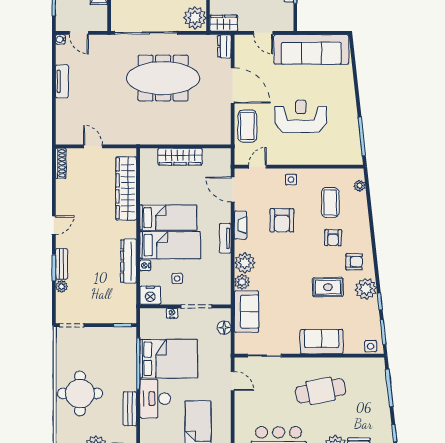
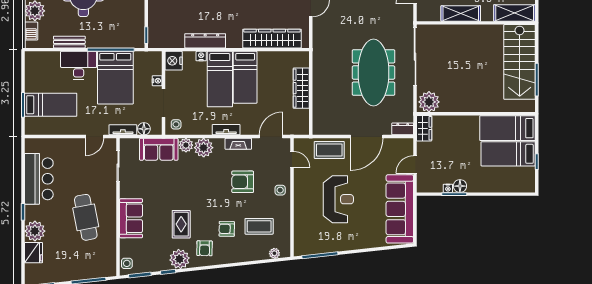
side table: (177, 279) -> (176, 124), moved
tv unit: (225, 350) -> (123, 130), added

